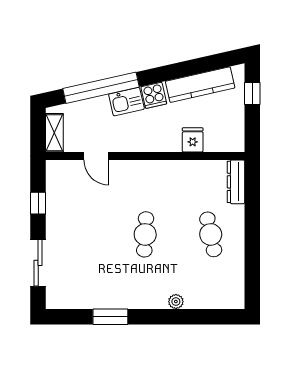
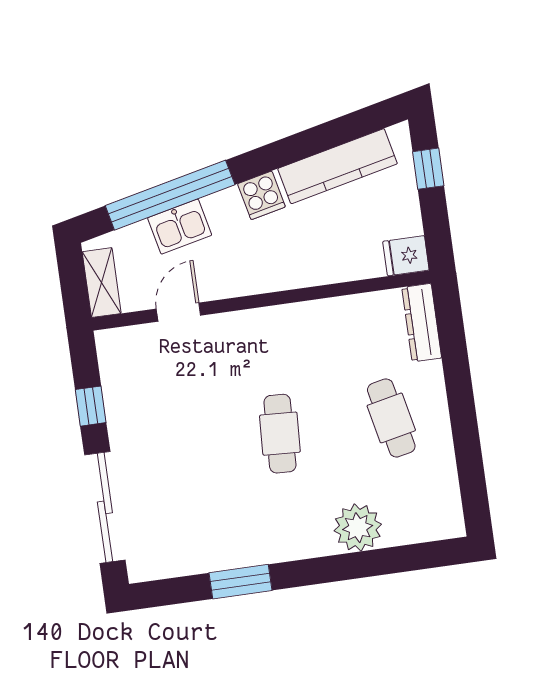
kitchen sink: (126, 102) -> (180, 227), moved
fridge: (193, 140) -> (406, 256), moved, turned -90
door: (96, 156) -> (178, 312), swing flipped
sliding door: (38, 263) -> (105, 507), width x1.37
plant: (176, 302) -> (358, 528), width x1.88, depth x1.88

